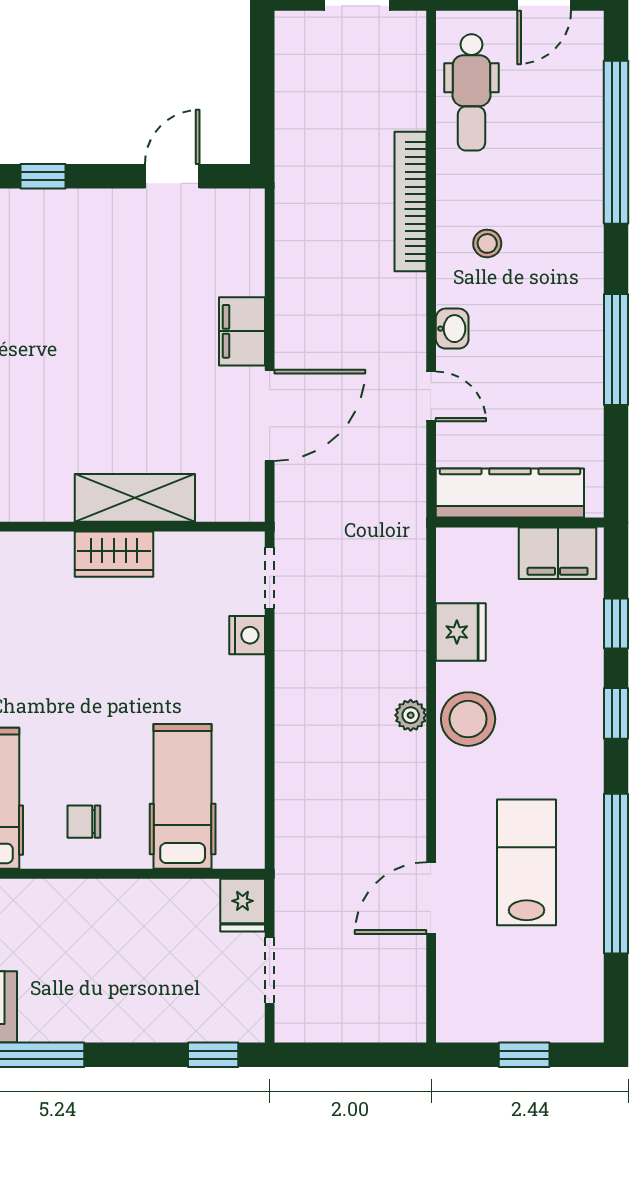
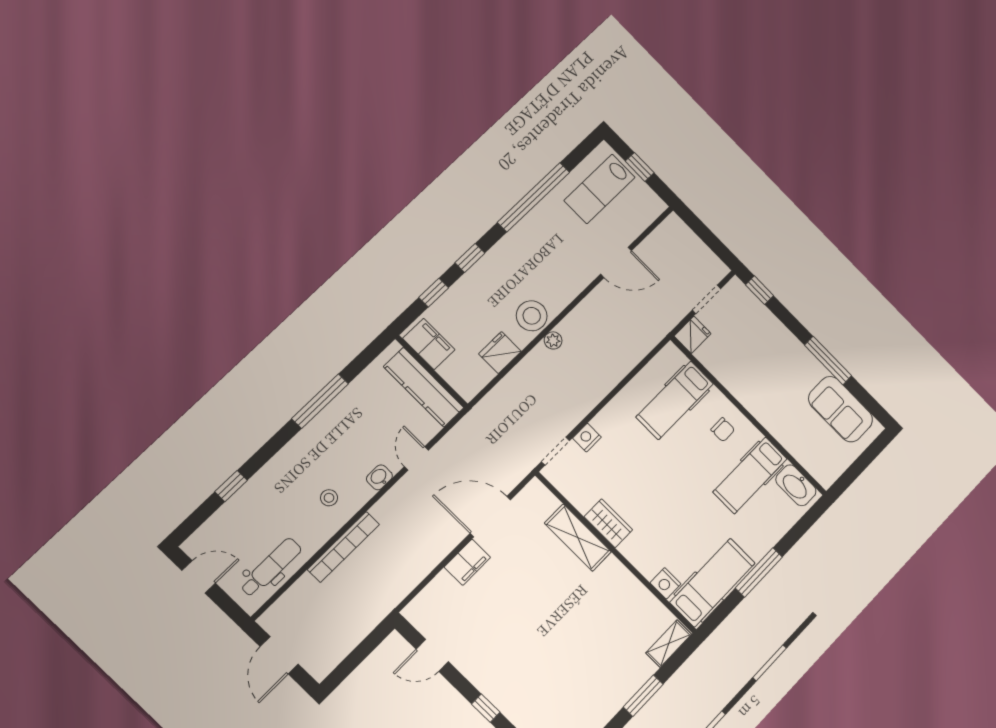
window: (616, 142) -> (231, 486), width x0.32
lab bench: (527, 862) -> (600, 189), moved

